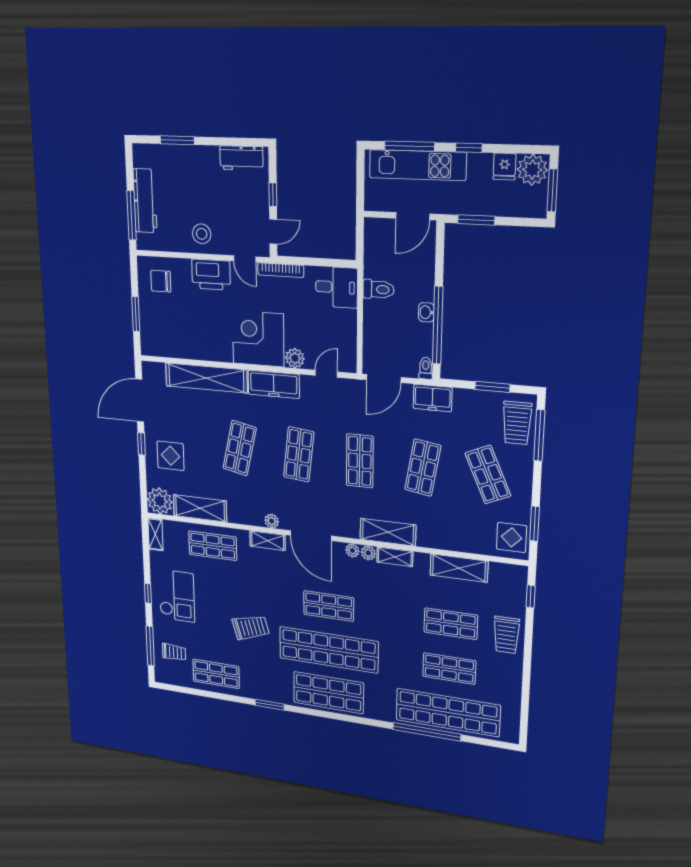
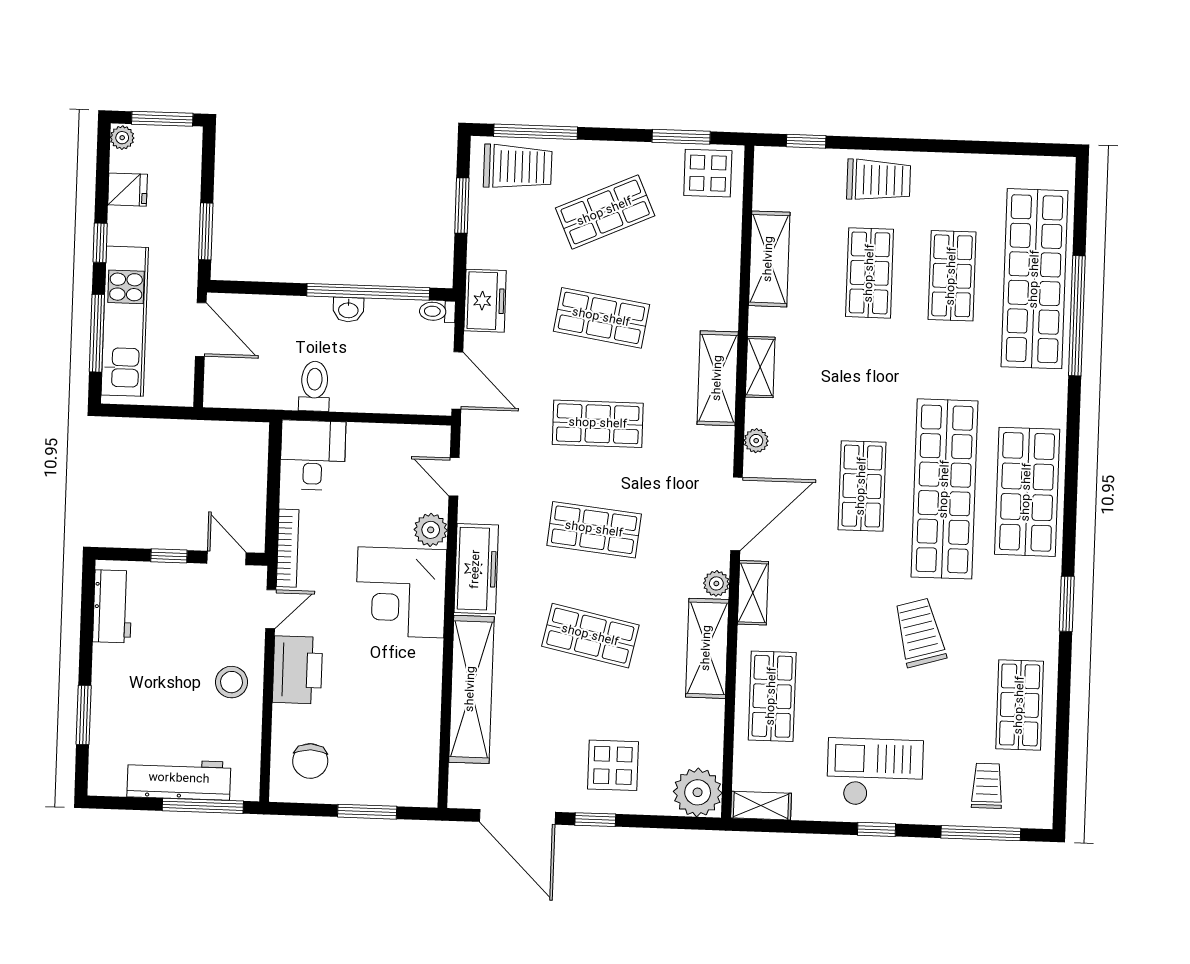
plant: (532, 170) -> (122, 138), width x0.53, depth x0.53
shelving: (200, 508) -> (707, 648), moved
plant: (368, 553) -> (758, 413), removed

